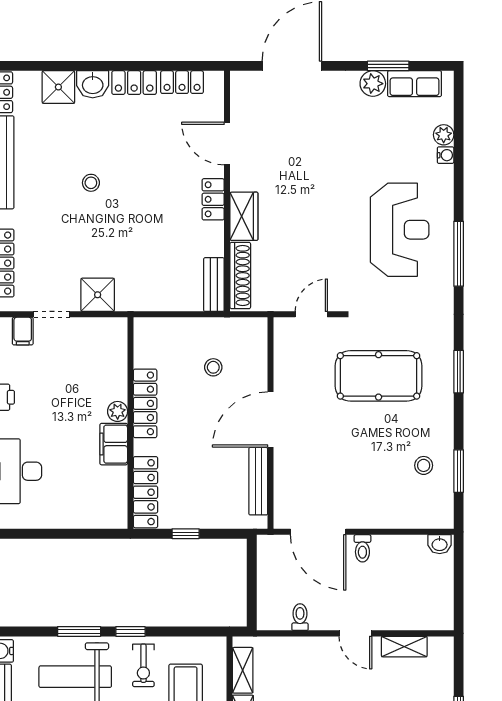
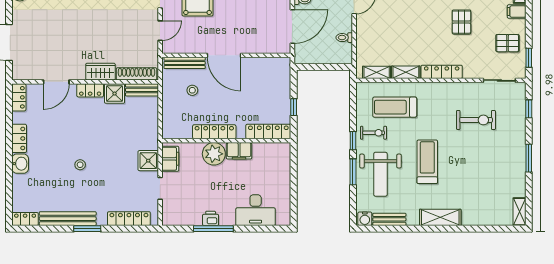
locker: (182, 82) -> (19, 97), moved
shower: (58, 87) -> (115, 94), moved
door: (311, 314) -> (160, 31), swing flipped
filing cabinet: (23, 331) -> (170, 159), moved, width x2.00
plant: (118, 411) -> (214, 154), width x1.88, depth x1.88
bench: (258, 481) -> (185, 63), moved

